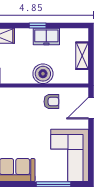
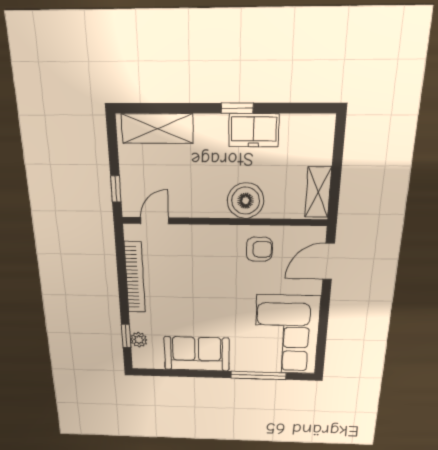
shelving: (82, 56) -> (318, 192), moved

